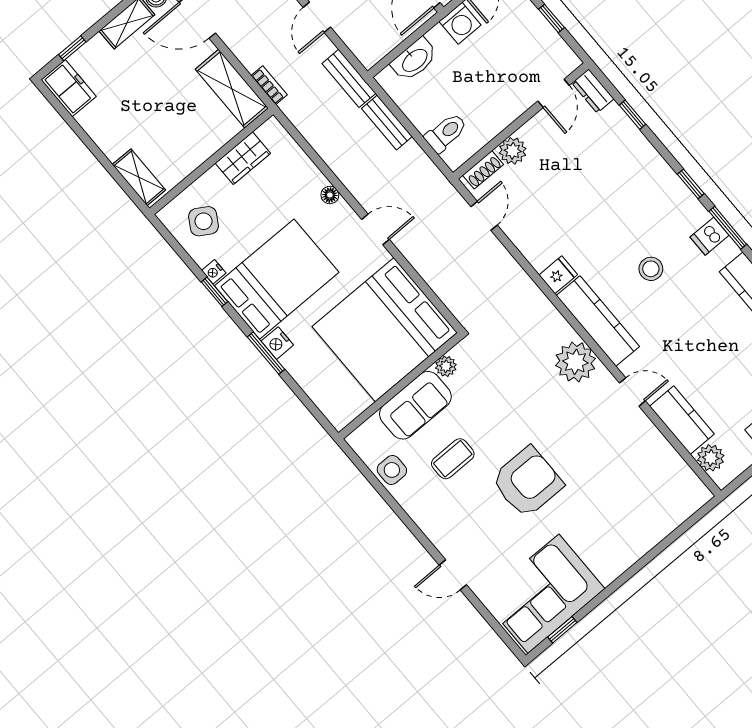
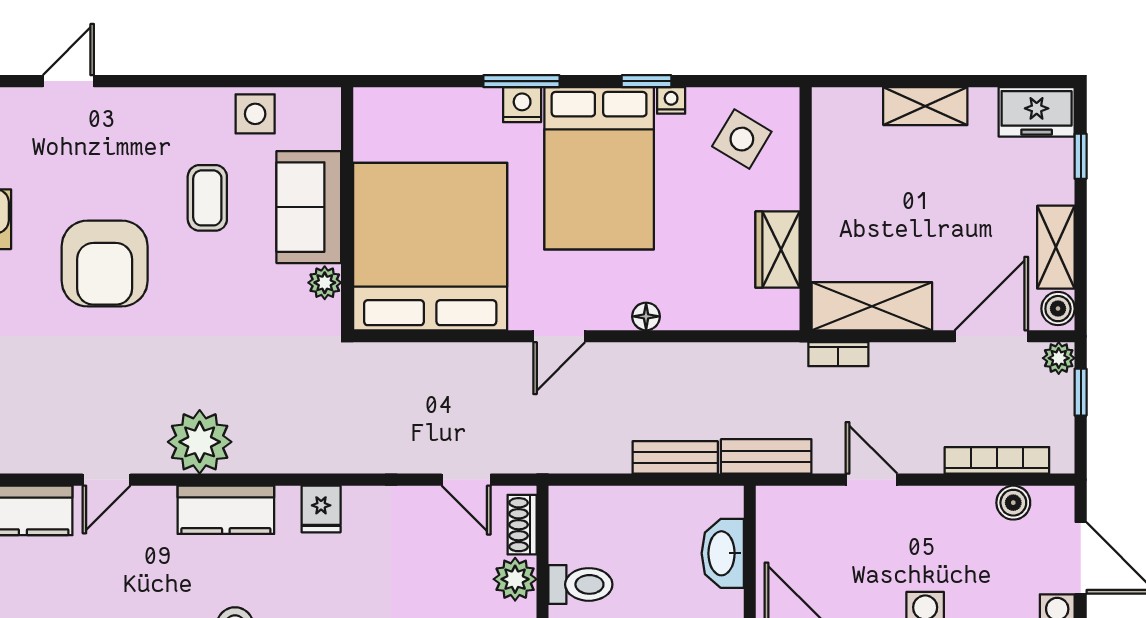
toilet: (446, 133) -> (580, 584), moved, turned -90
shelving: (139, 177) -> (925, 106), moved
kitchen counter: (598, 321) -> (226, 510), width x0.67

